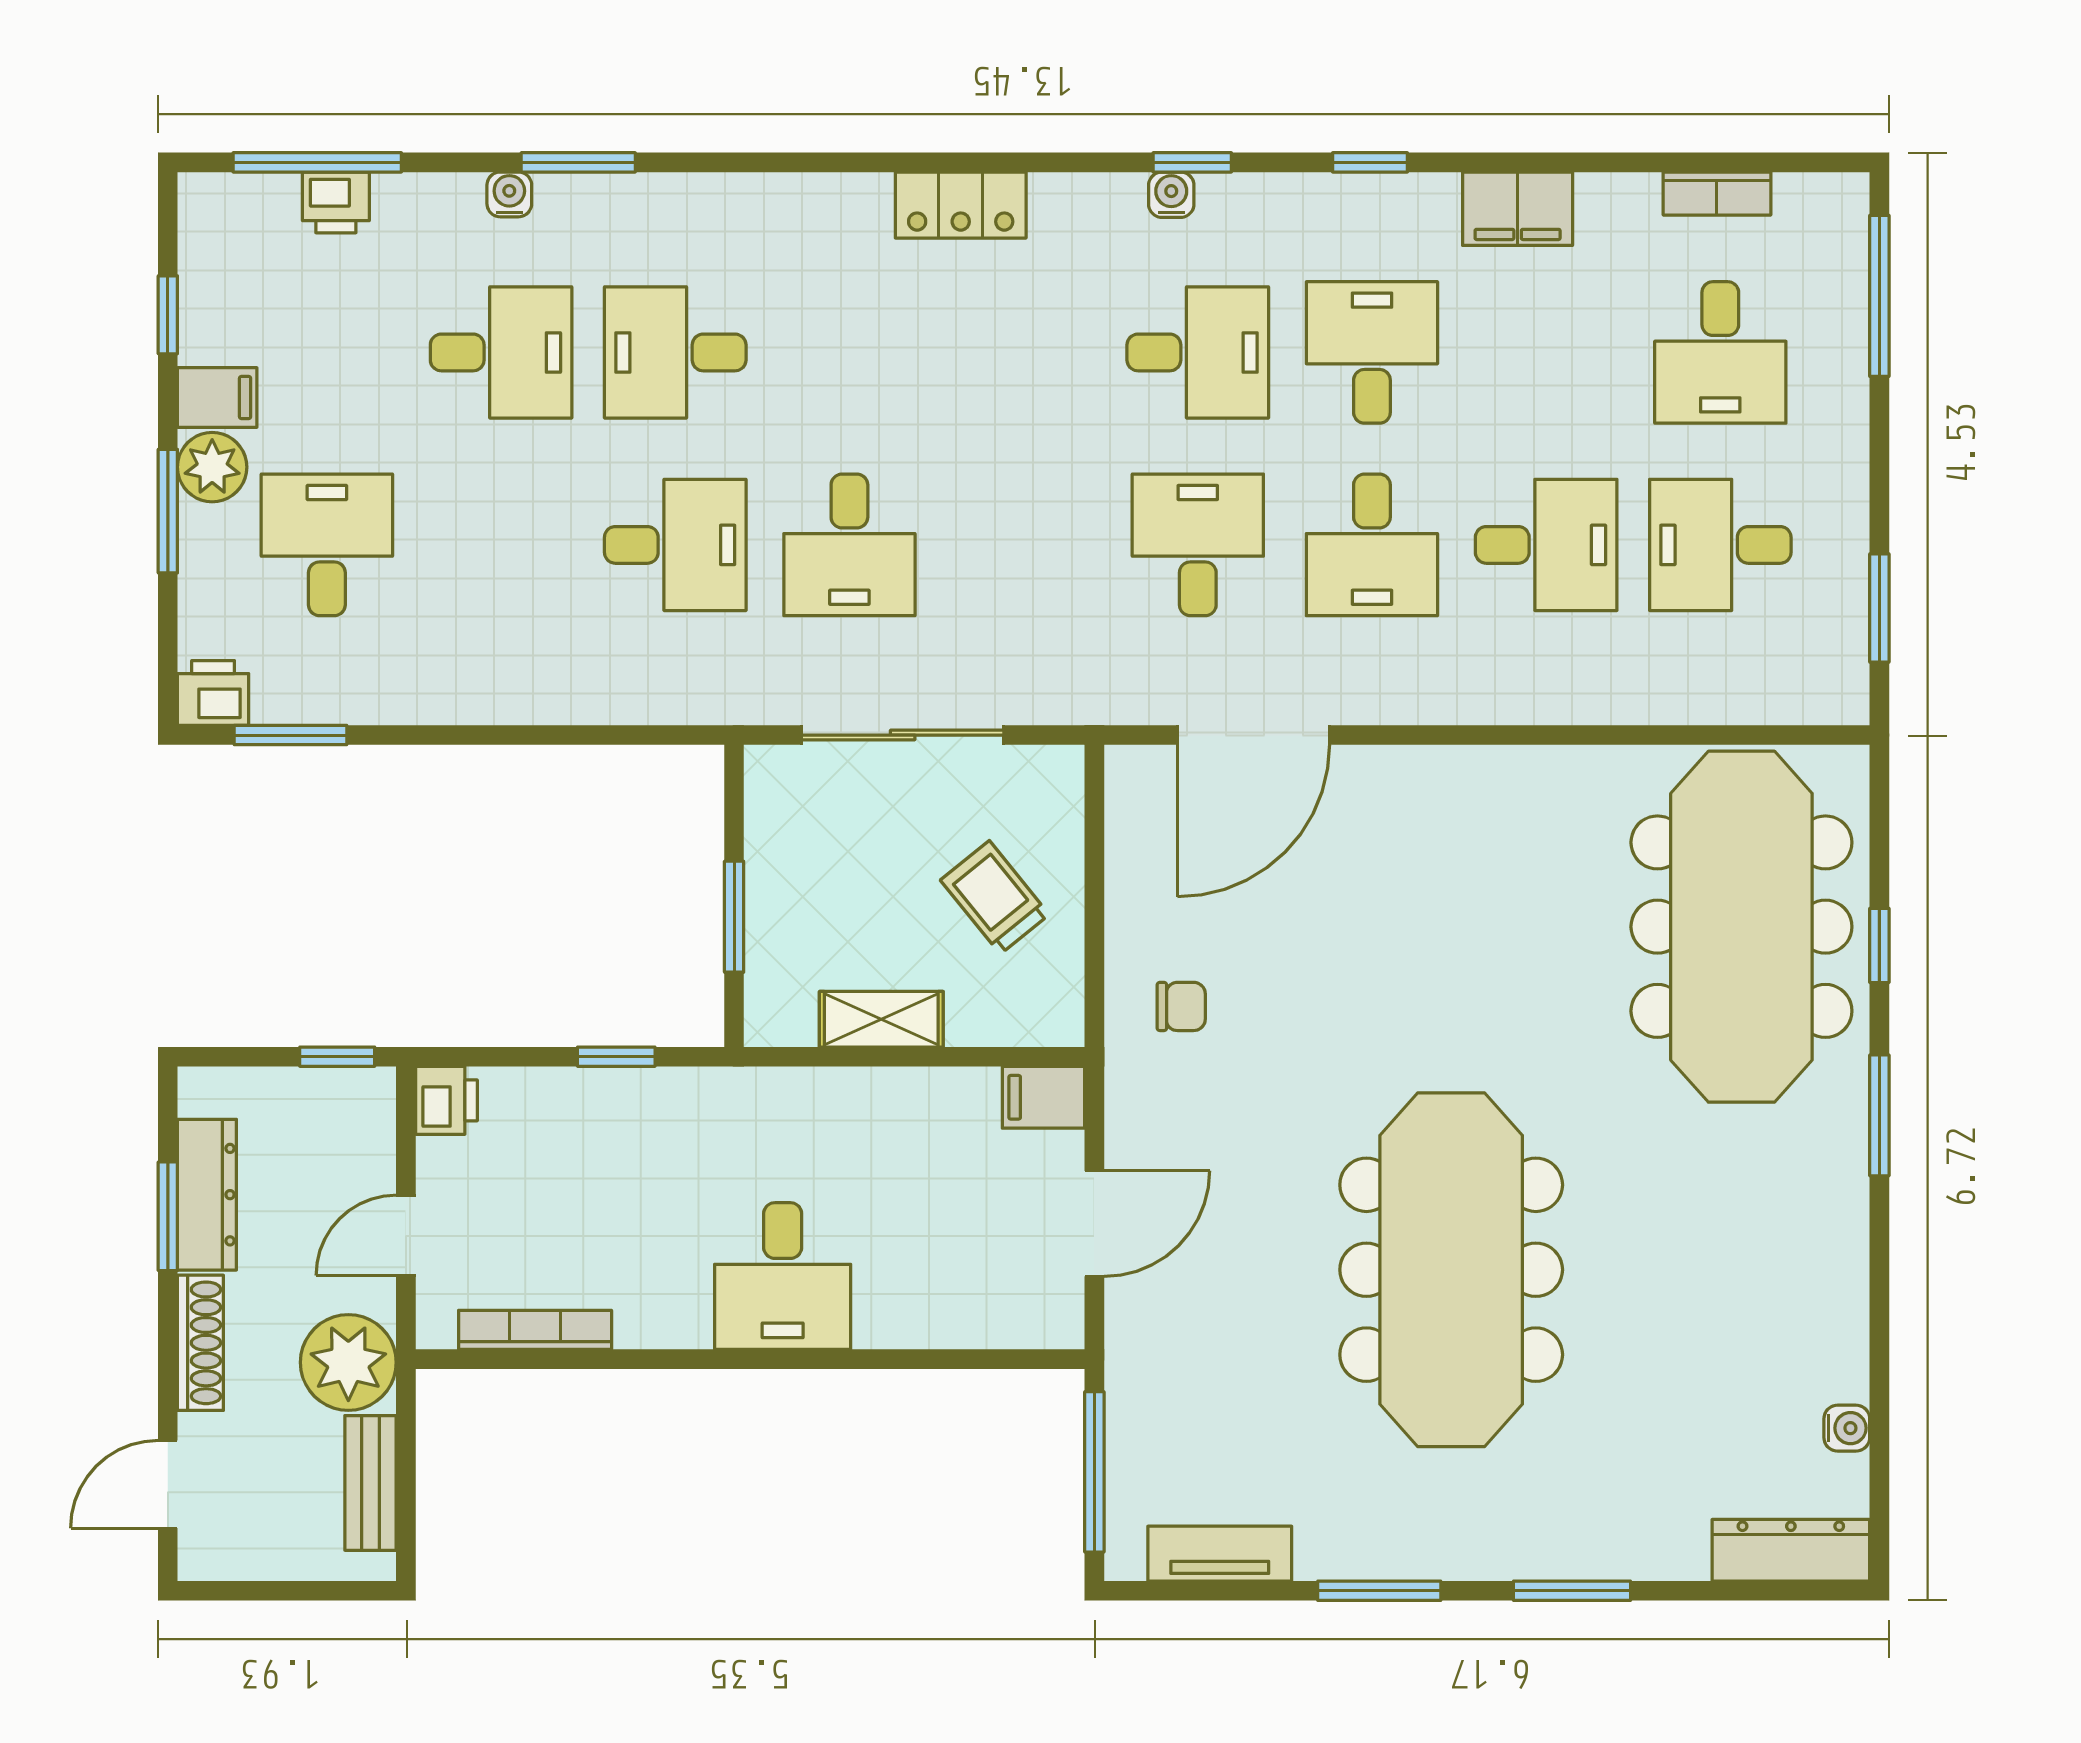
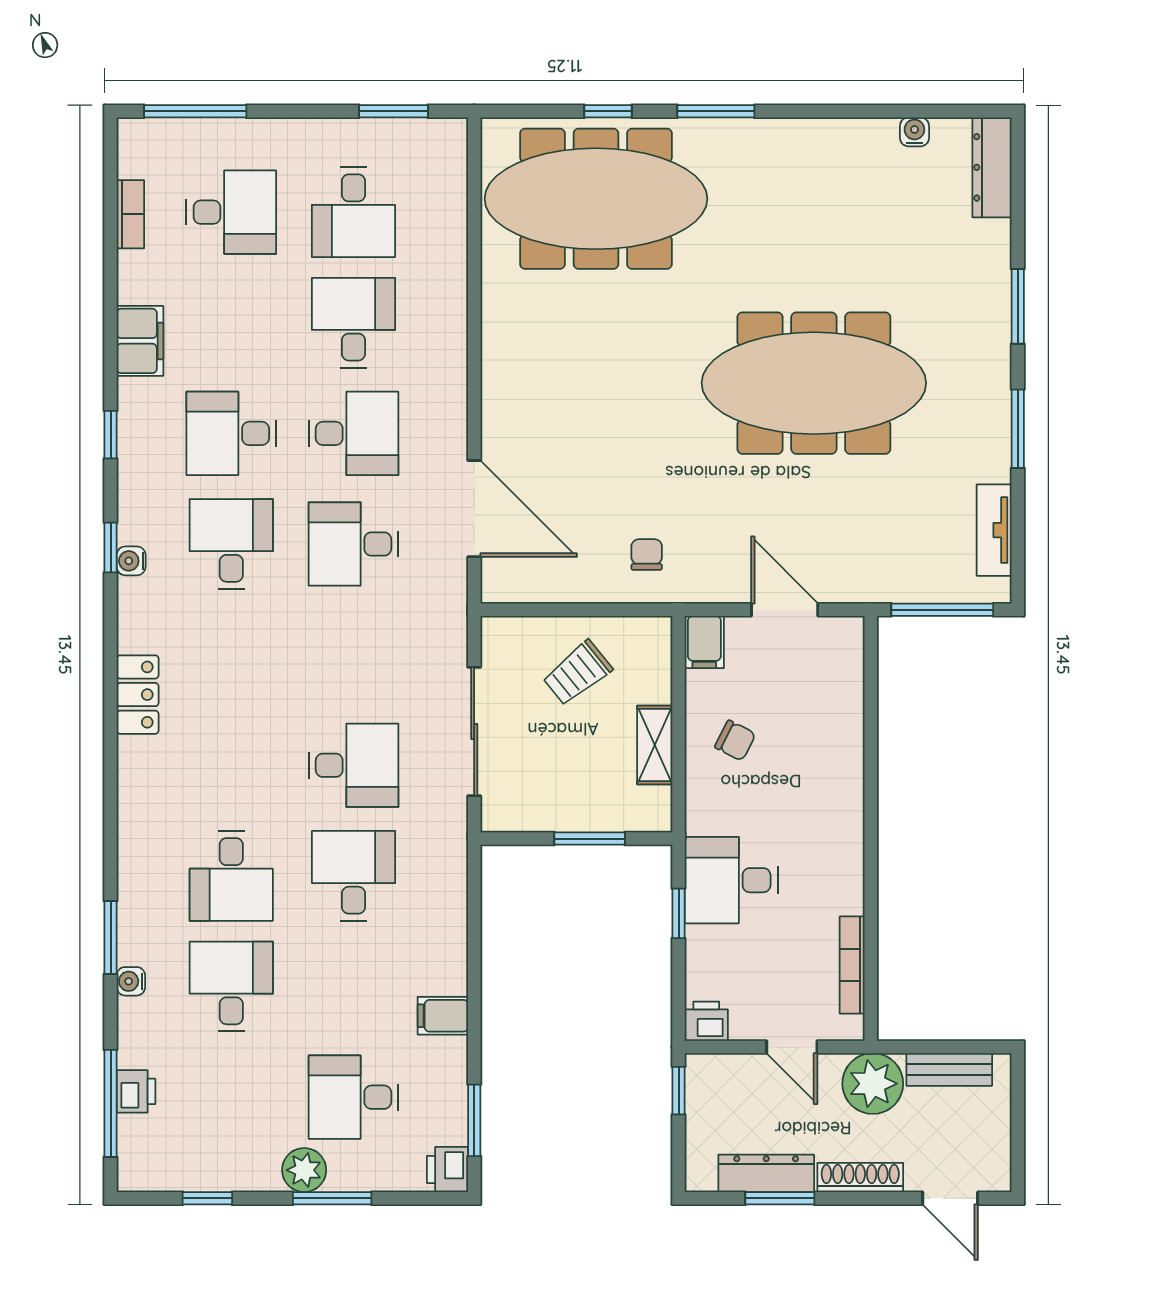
filing cabinet: (217, 397) -> (443, 1016), moved, turned -90
chair: (888, 1146) -> (735, 741), added
desk: (783, 1276) -> (731, 880), moved, turned 180

